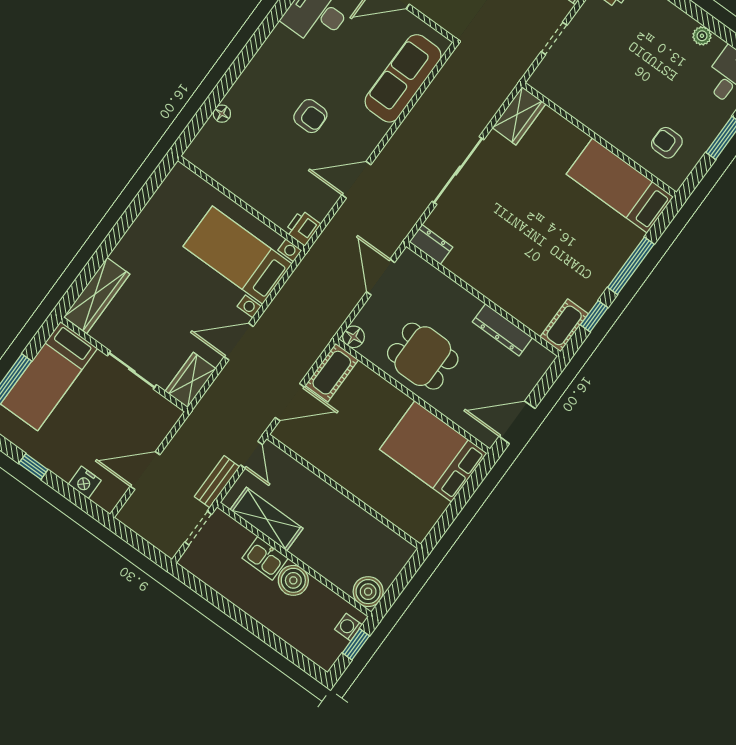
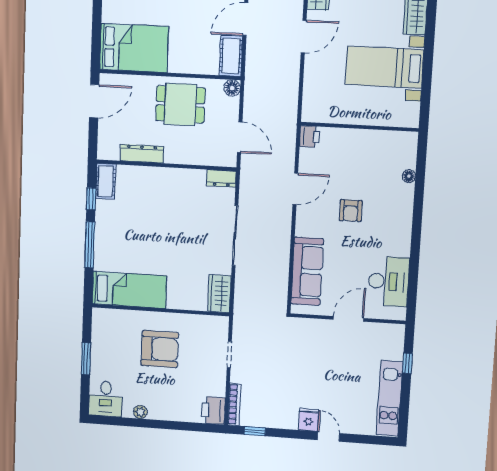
armchair: (310, 116) -> (351, 211), turned -90
armchair: (667, 143) -> (160, 349), moved, width x1.88, depth x1.88
bed with nightstands: (238, 255) -> (384, 67), moved, turned 180

